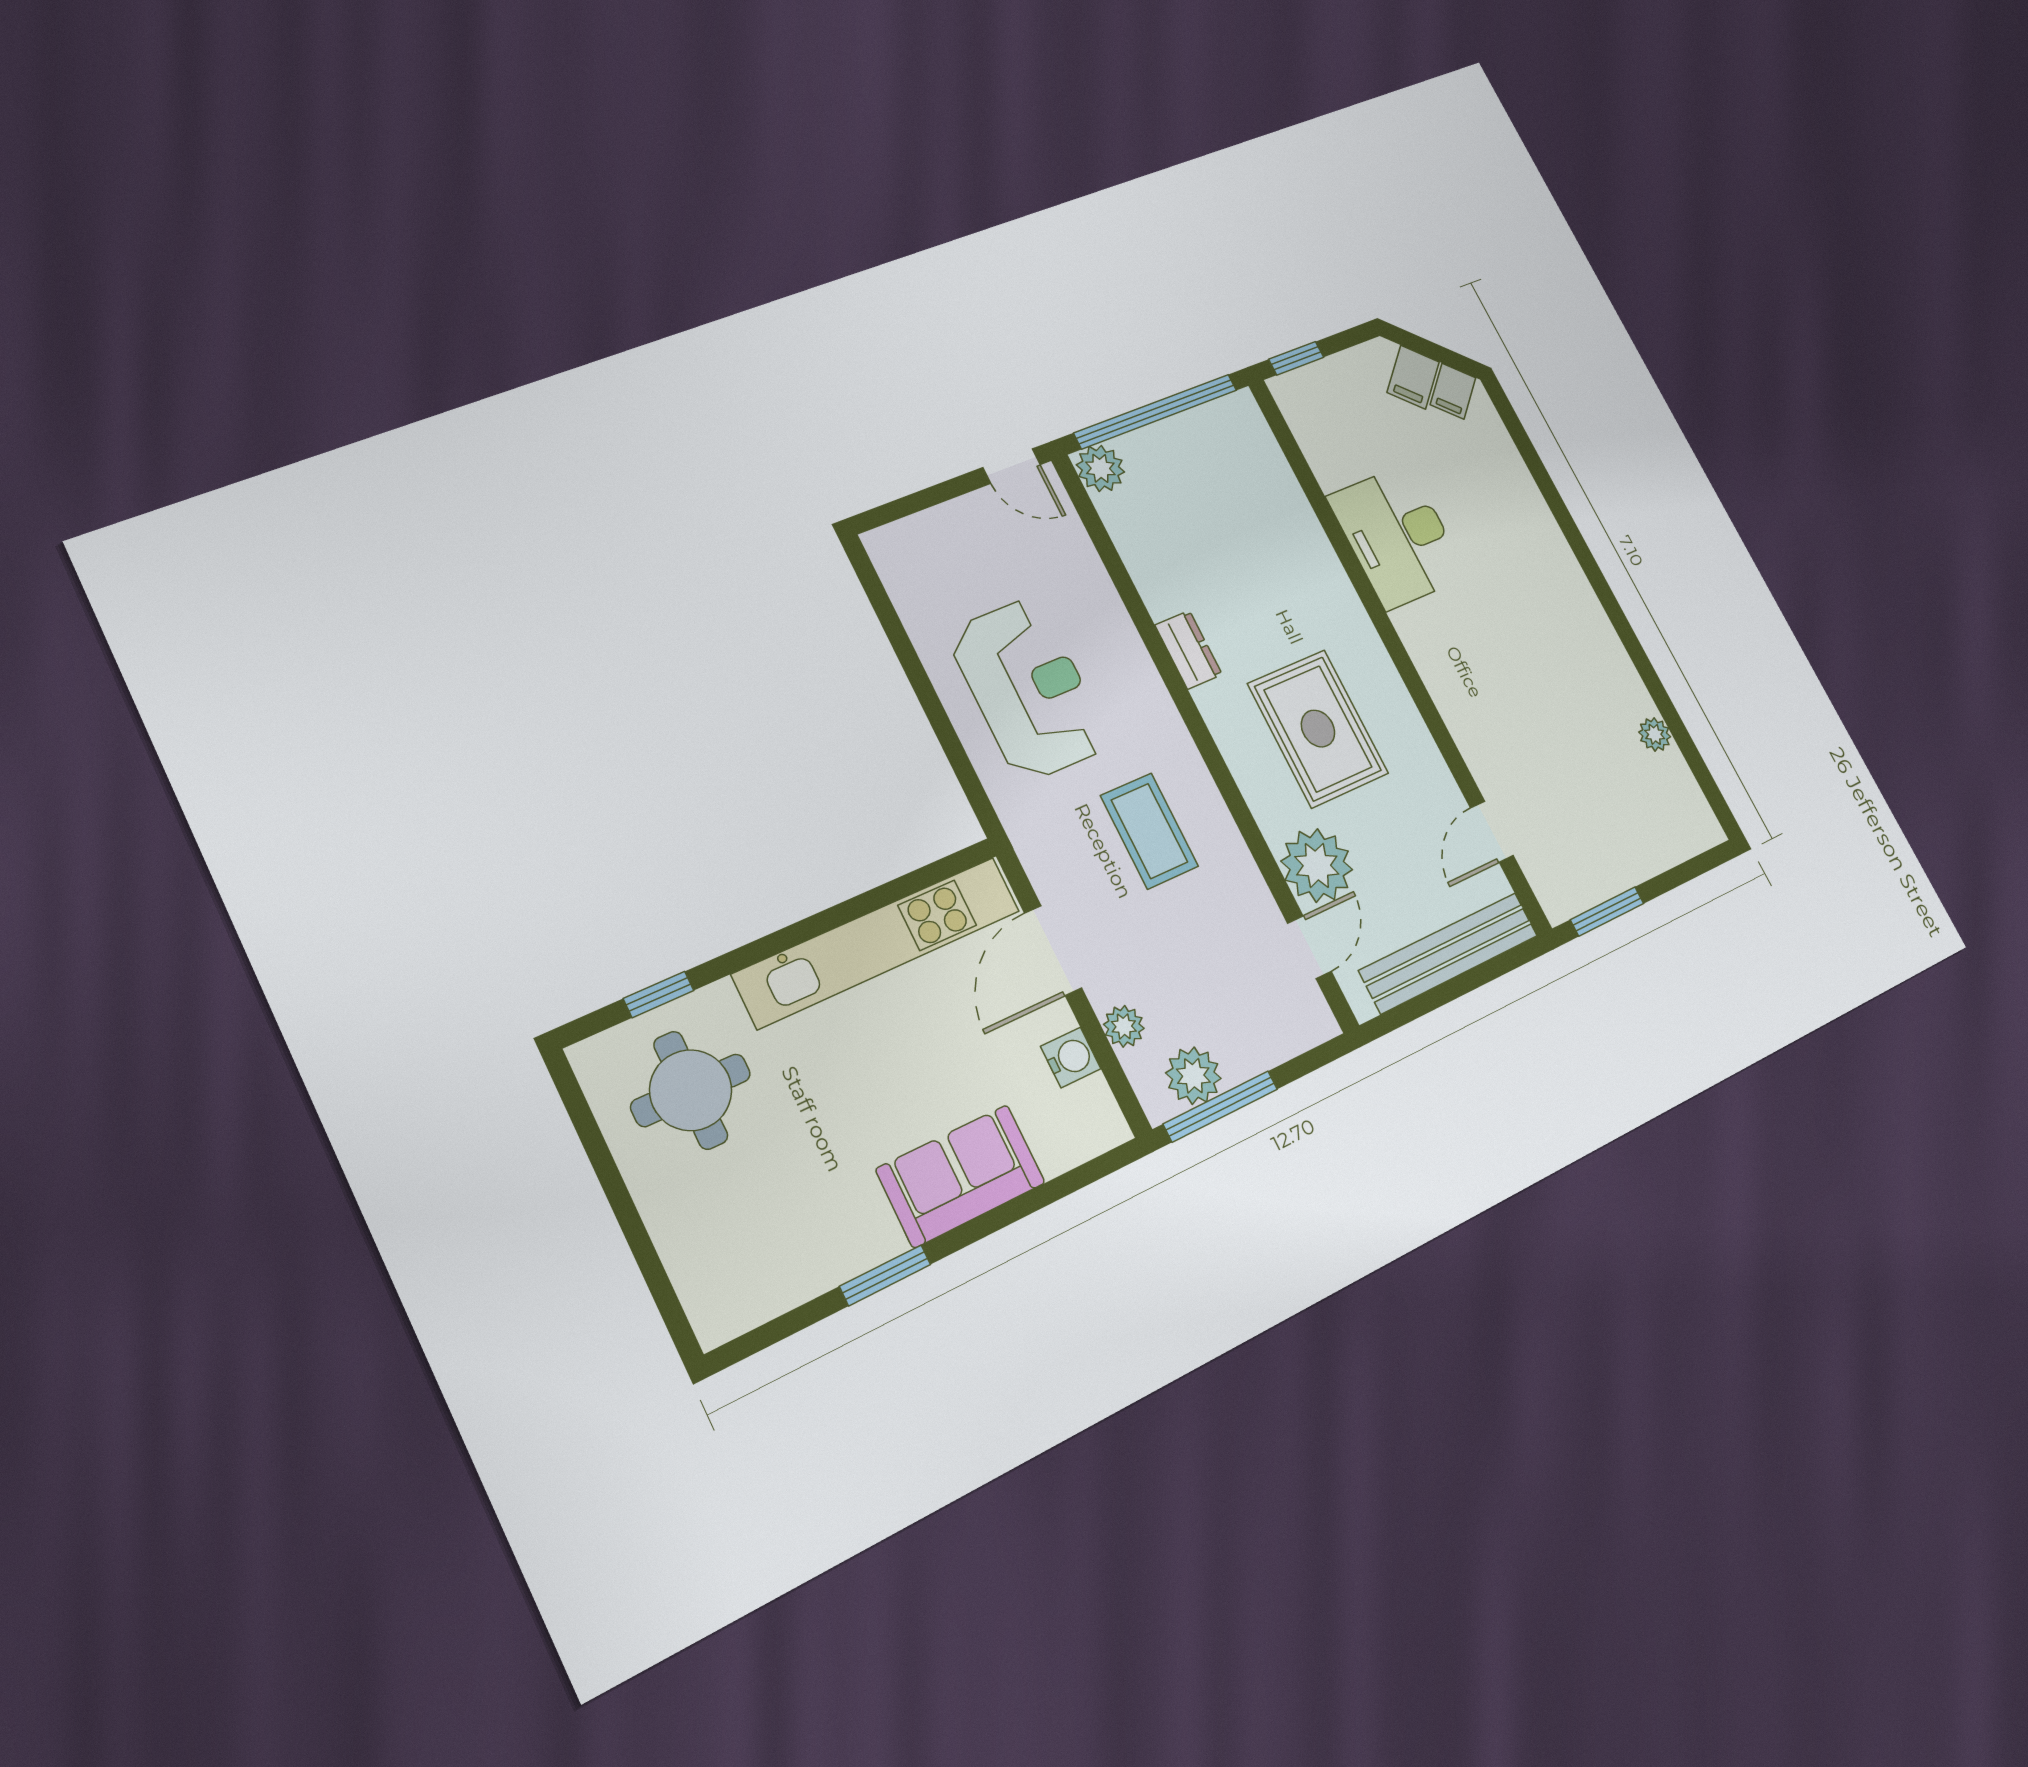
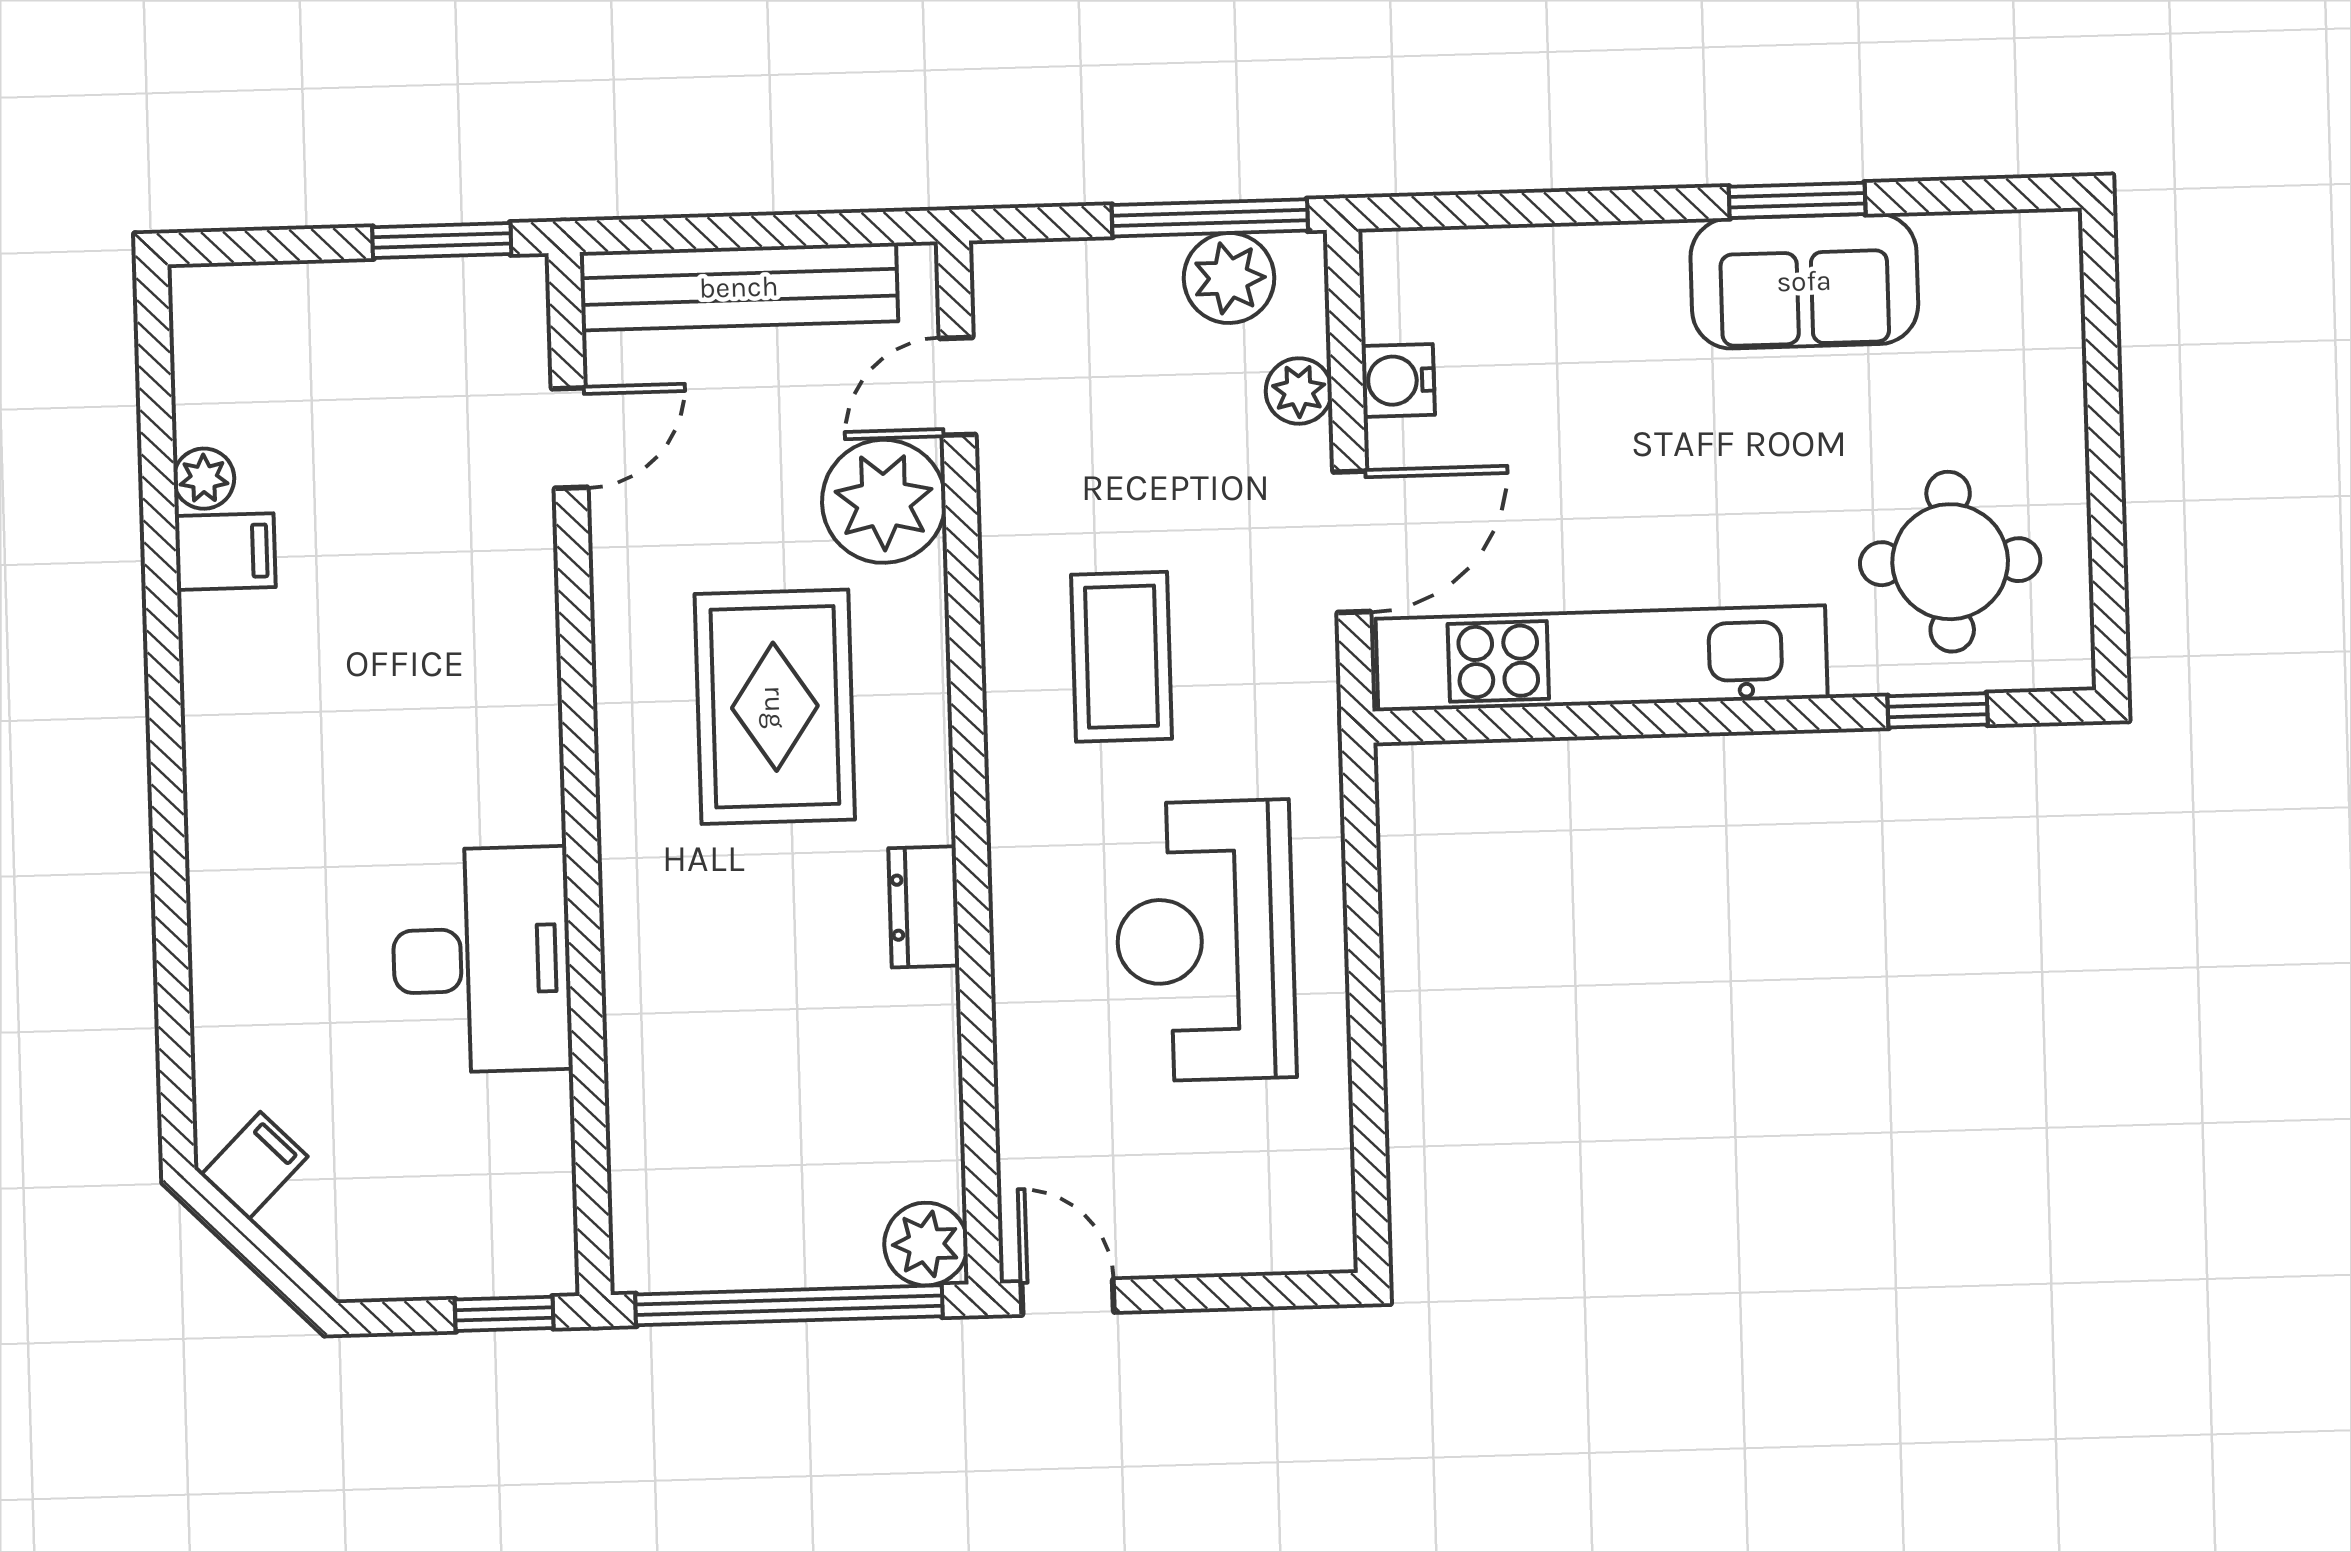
filing cabinet: (1413, 377) -> (225, 552), moved, turned 45
sofa: (961, 1176) -> (1804, 281), moved

